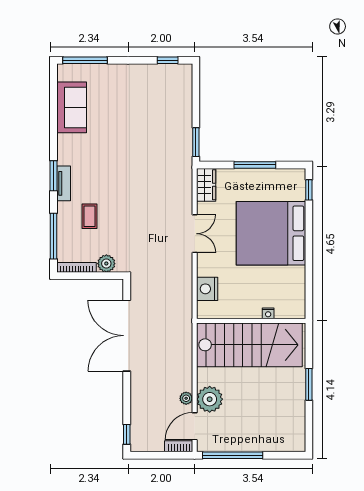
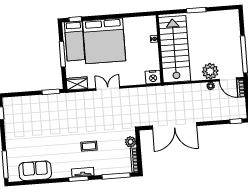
bed: (274, 186) -> (75, 41), added
coffee table: (89, 216) -> (89, 146), moved
nightstand: (207, 289) -> (153, 77), moved

